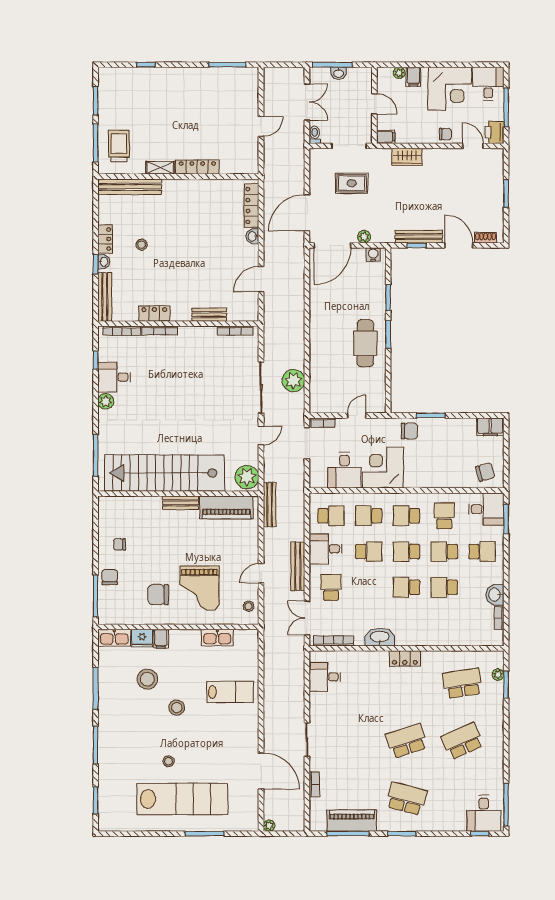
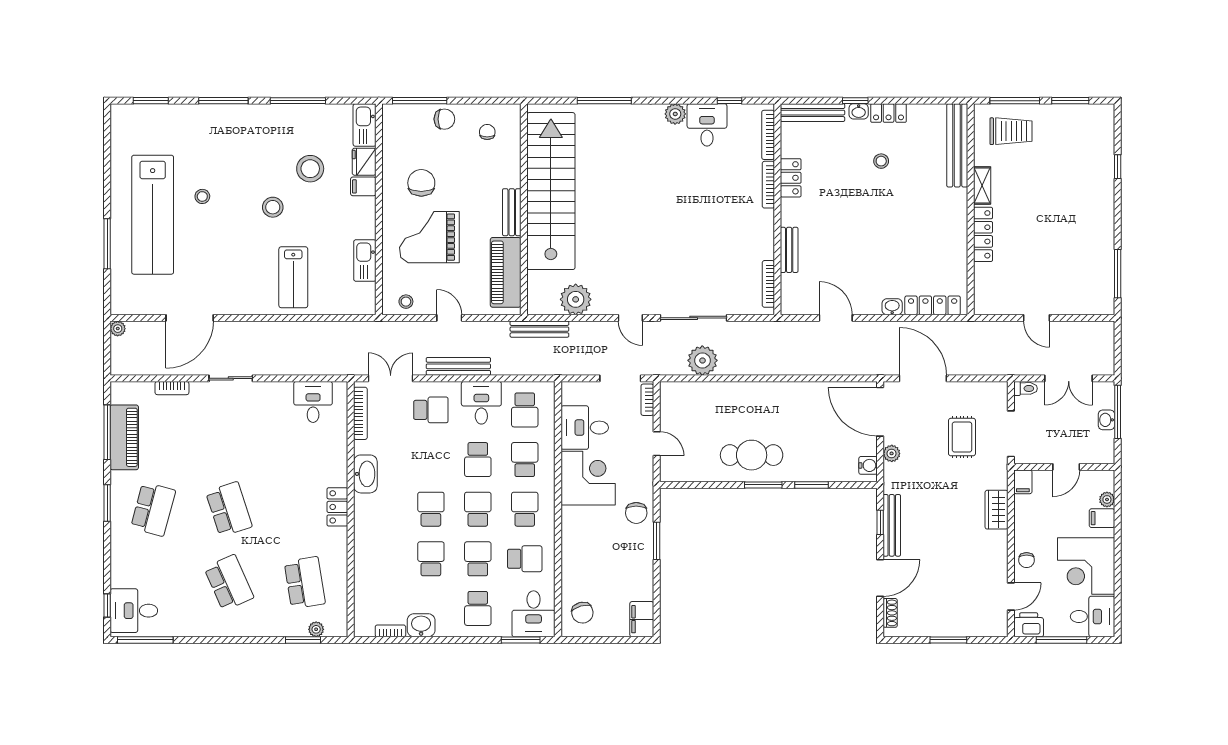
stairs: (164, 473) -> (551, 191), moved
wall: (178, 494) -> (524, 209), moved
bench: (181, 503) -> (512, 212), moved
piano: (226, 507) -> (506, 272), moved

